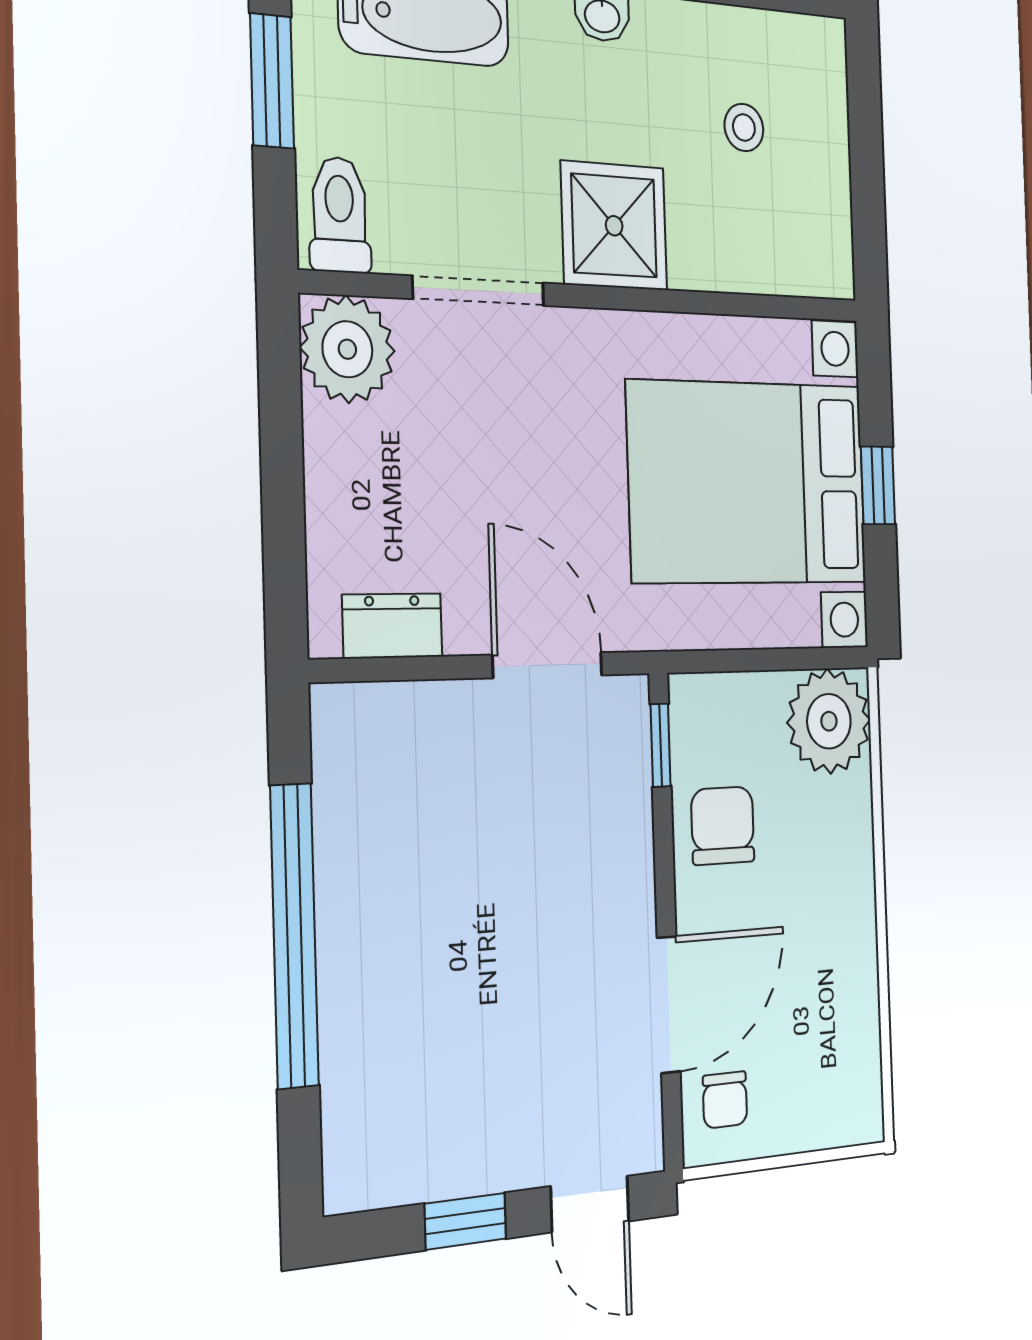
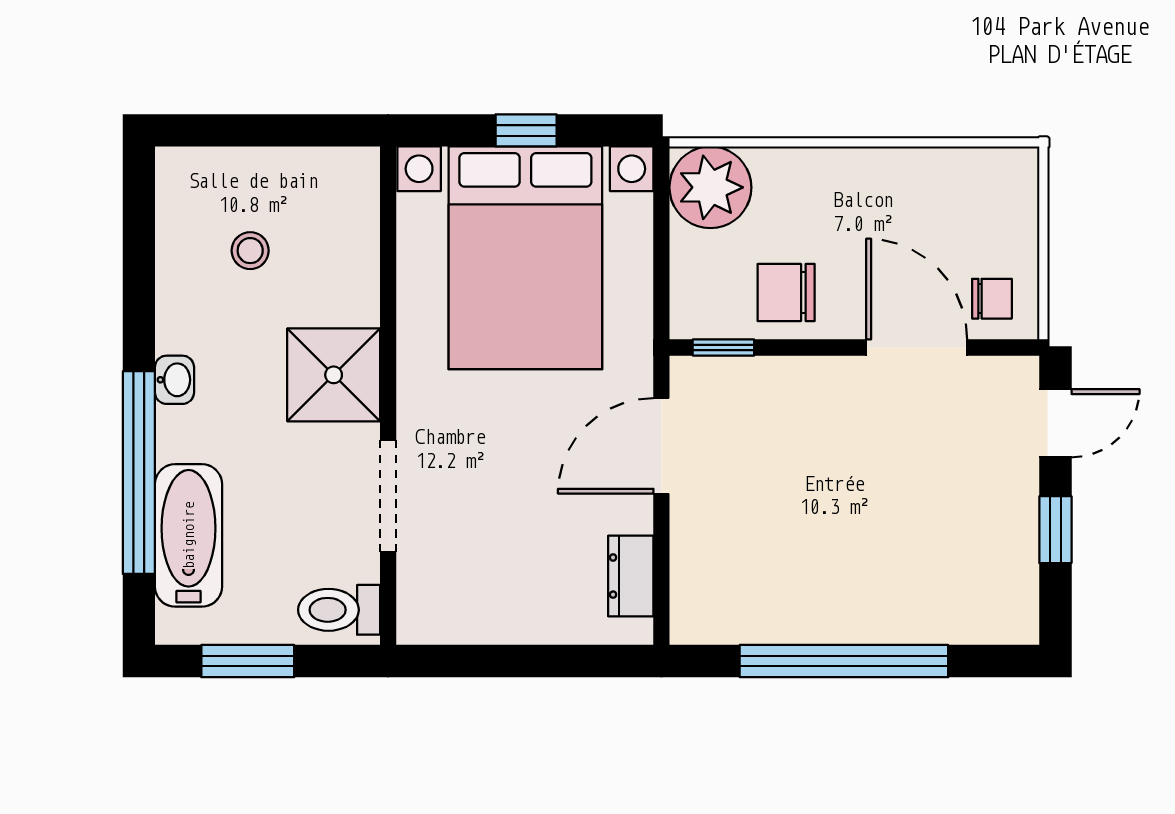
plant: (347, 349) -> (435, 606), removed

